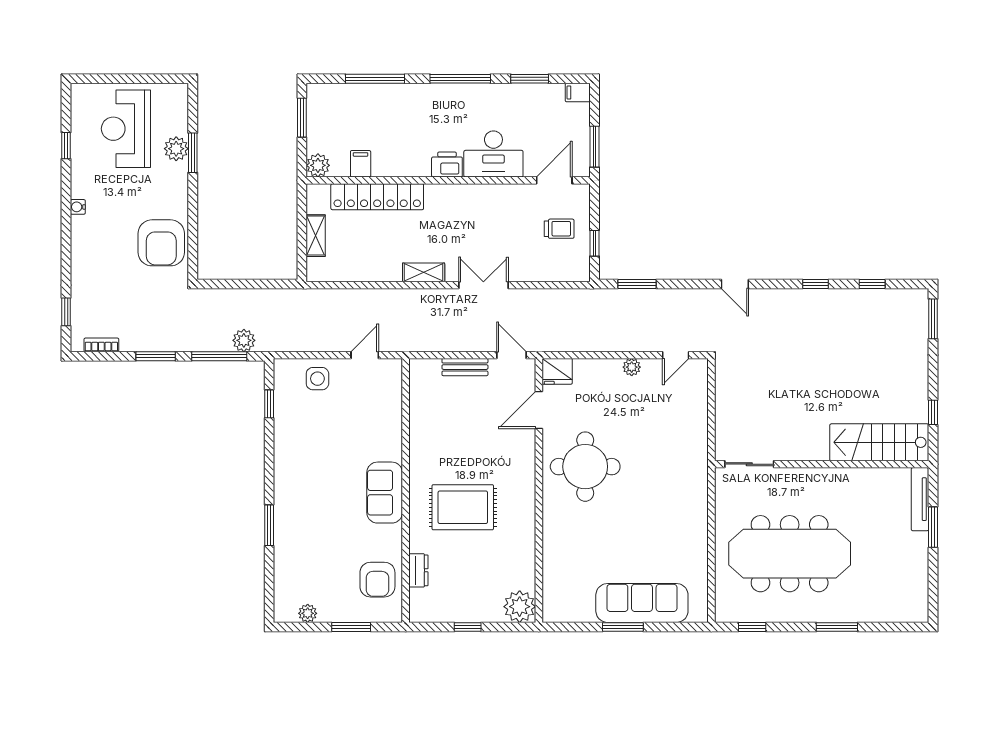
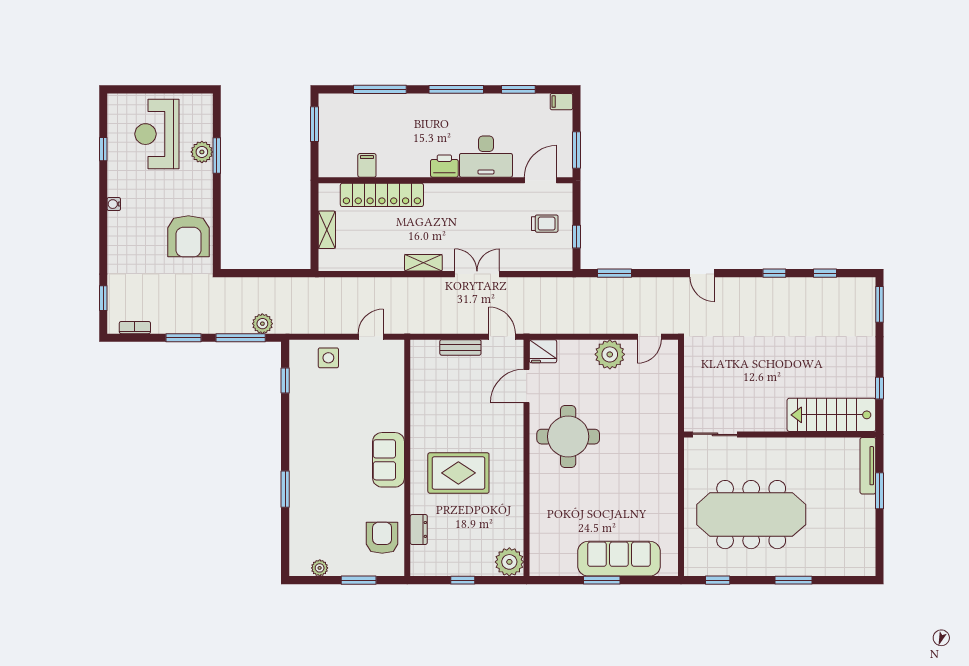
plant: (318, 165) -> (329, 167), removed
plant: (632, 367) -> (610, 354), width x1.88, depth x1.88
armchair: (377, 580) -> (382, 538), turned 180

